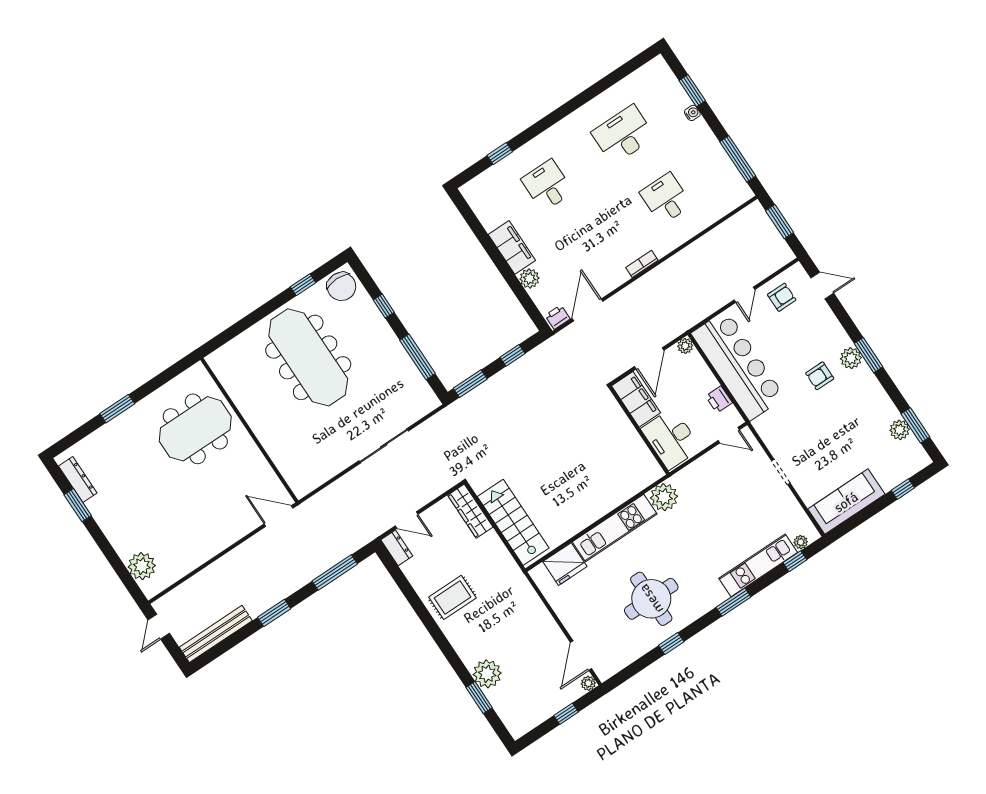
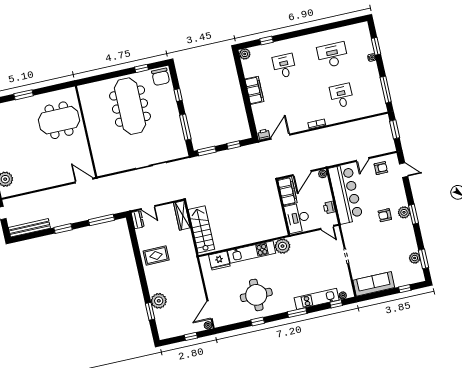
plant: (529, 278) -> (245, 54), moved

